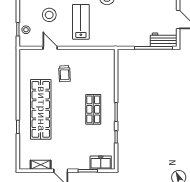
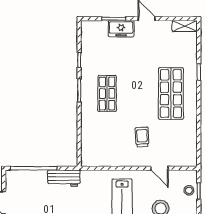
workbench: (164, 40) -> (64, 178), moved
shop shelf: (41, 109) -> (171, 93), width x0.71
freezer: (101, 163) -> (121, 29), moved
shelving: (41, 165) -> (185, 26), moved

